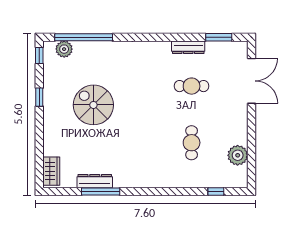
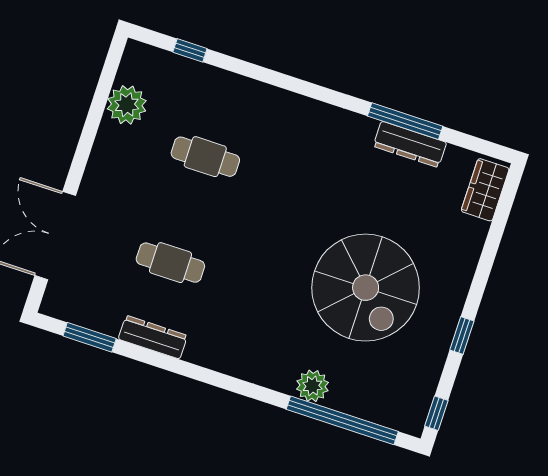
plant: (64, 49) -> (312, 386), moved
spiral stairs: (93, 105) -> (366, 288), width x1.37, depth x1.37
cafe table: (192, 143) -> (205, 157), turned 90

